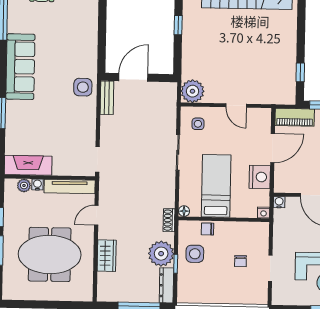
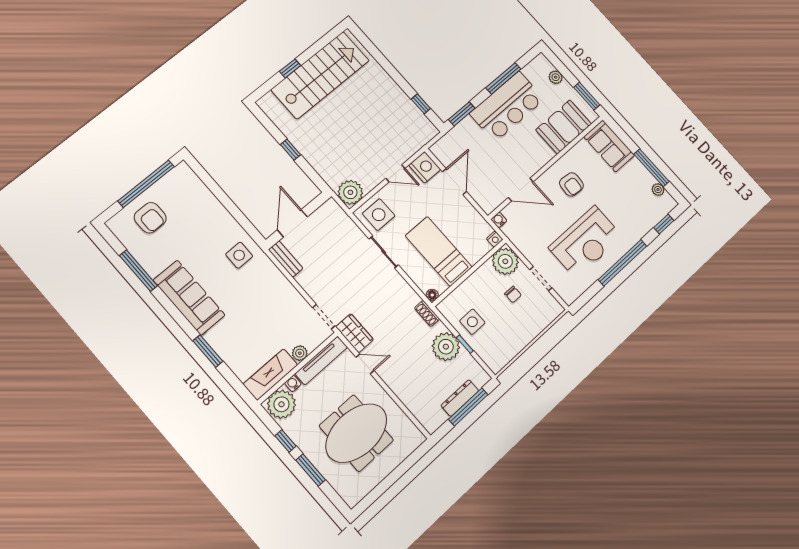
side table: (83, 87) -> (239, 255), moved
piano: (295, 117) -> (449, 142), removed
side table: (198, 124) -> (379, 215), width x1.87, depth x1.87
plant: (60, 169) -> (300, 353), added
nightstand: (260, 177) -> (425, 167), moved
plant: (24, 185) -> (281, 404), width x1.87, depth x1.87
door: (96, 215) -> (365, 364), swing flipped
chair: (208, 229) -> (464, 292), removed
plant: (256, 234) -> (505, 261), added
wardrobe: (107, 256) -> (354, 333), moved
dresser: (166, 285) -> (460, 398), moved, turned 90

